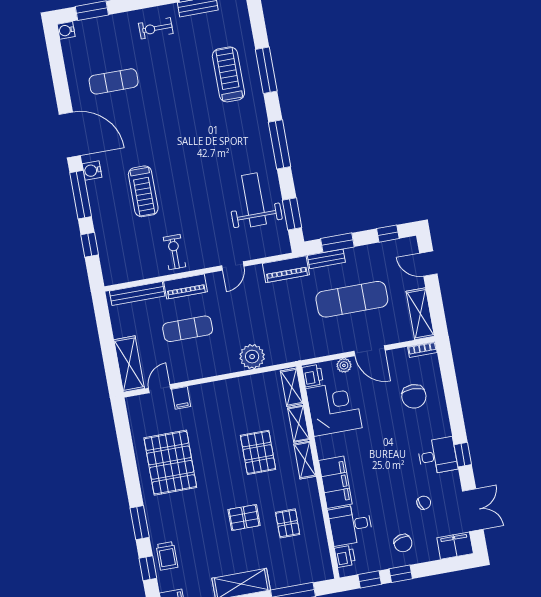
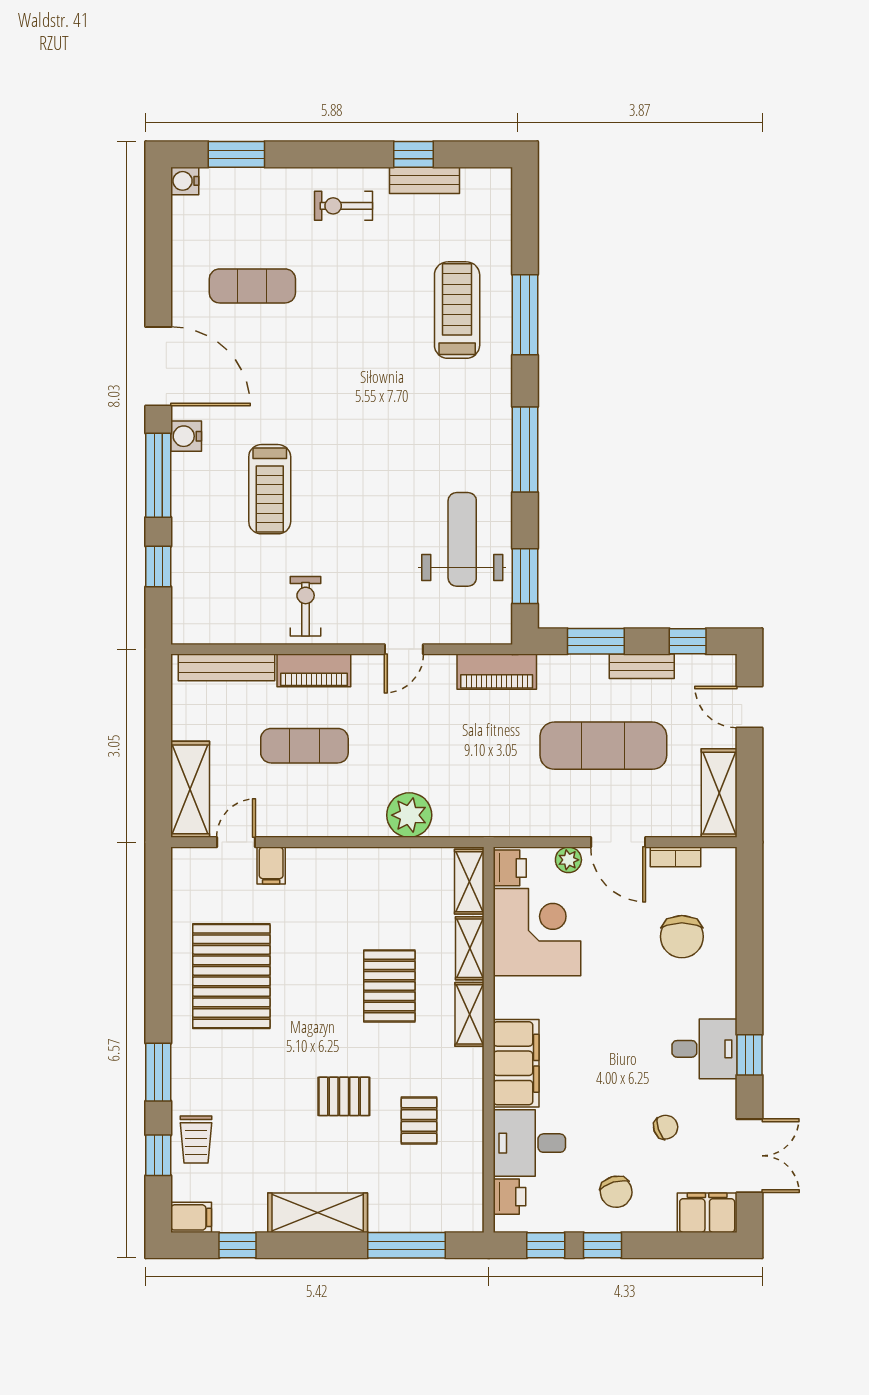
bench: (326, 259) -> (642, 666), moved
bookcase: (422, 350) -> (676, 857), moved

